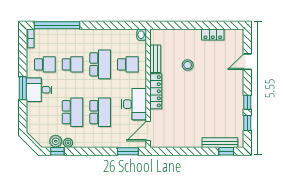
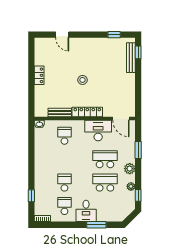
window: (57, 25) -> (31, 196), width x0.32
locker: (213, 34) -> (39, 75), moved
school desk: (100, 64) -> (64, 159), removed
stool: (188, 65) -> (82, 80), moved
window: (23, 88) -> (96, 225), moved
window: (247, 102) -> (97, 35), removed
plant: (56, 141) -> (130, 169), moved
window: (128, 151) -> (138, 150), moved

